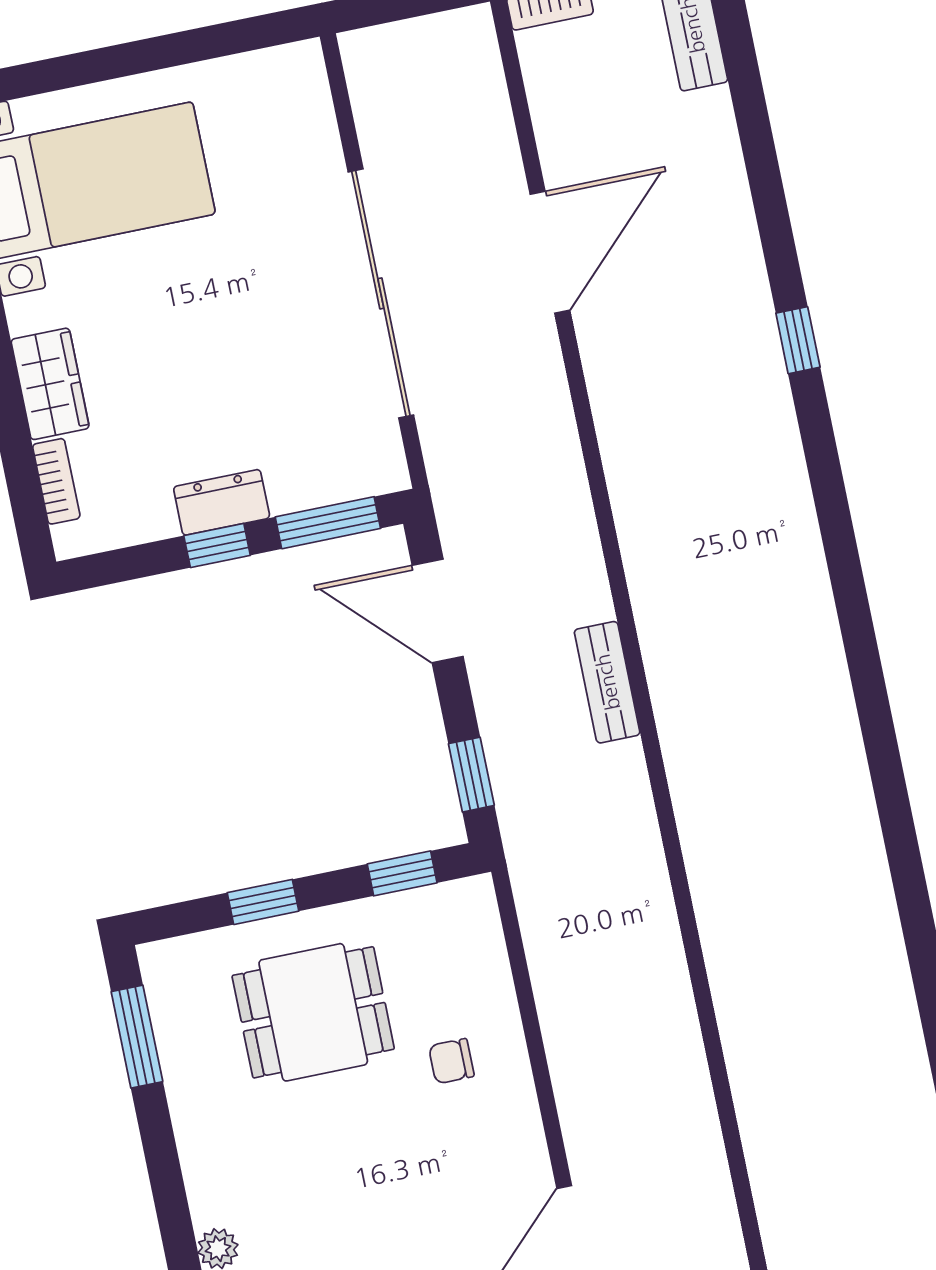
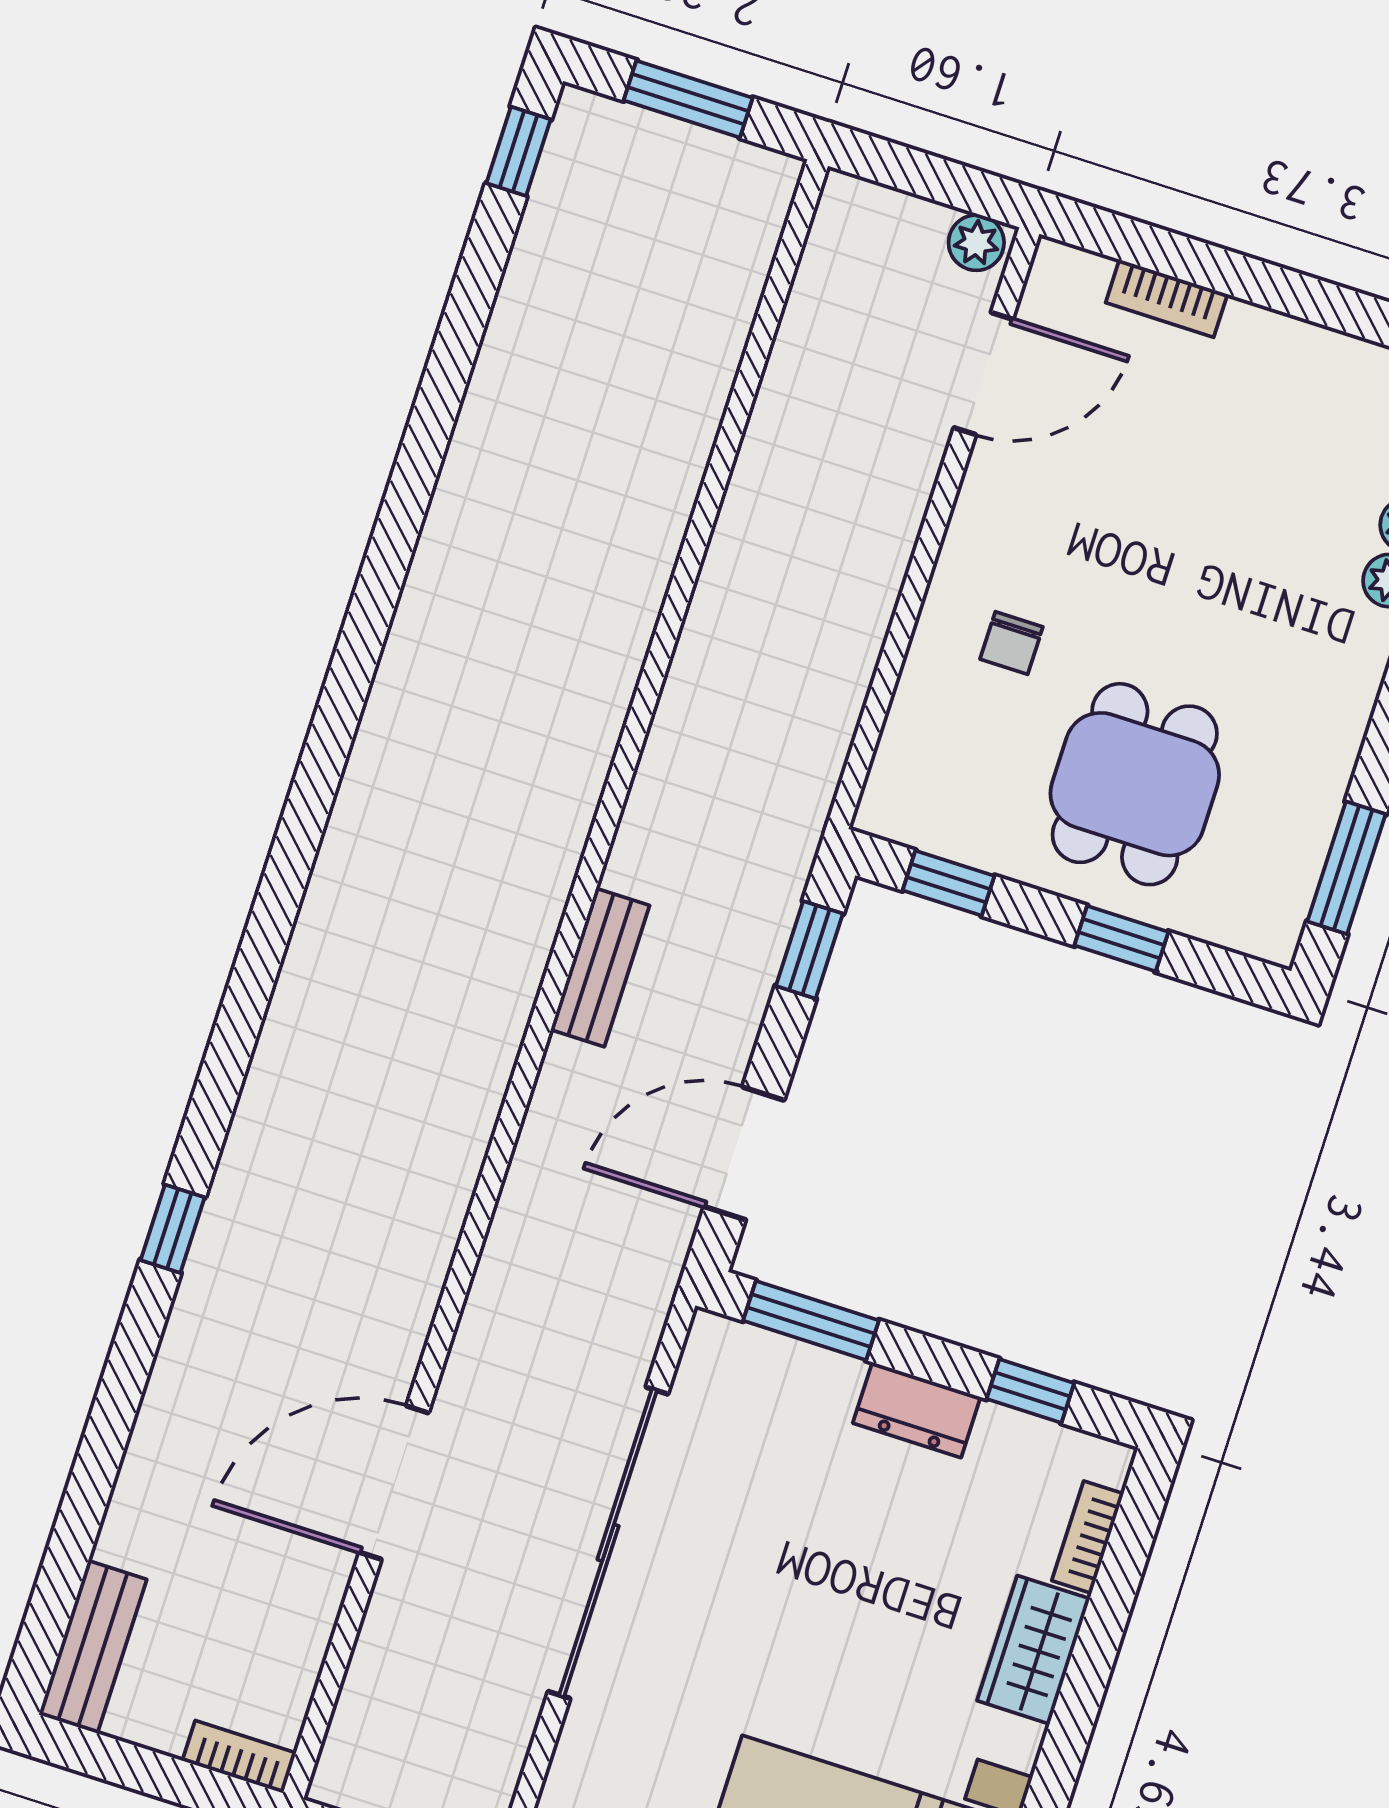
window: (217, 545) -> (1030, 1391), moved
door: (438, 611) -> (744, 1153), swing flipped
dining table: (313, 1012) -> (1135, 784), turned 90
chair: (451, 1061) -> (1011, 643), turned 90

